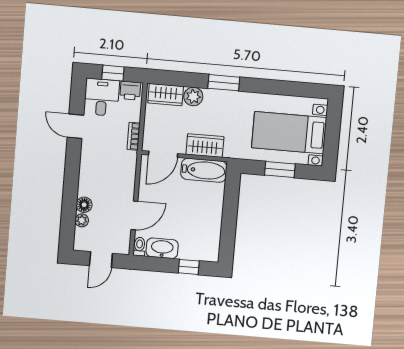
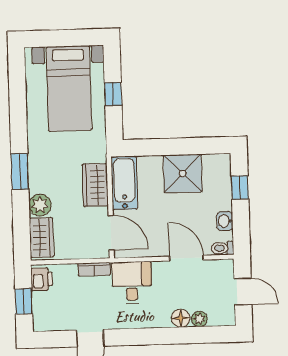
desk: (102, 97) -> (132, 283), moved, turned 90
window: (280, 169) -> (113, 94), width x0.67
shower: (206, 220) -> (183, 173), added
washbasin: (162, 248) -> (225, 221), width x0.52, depth x0.69

